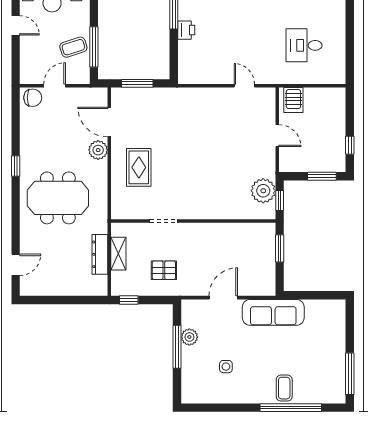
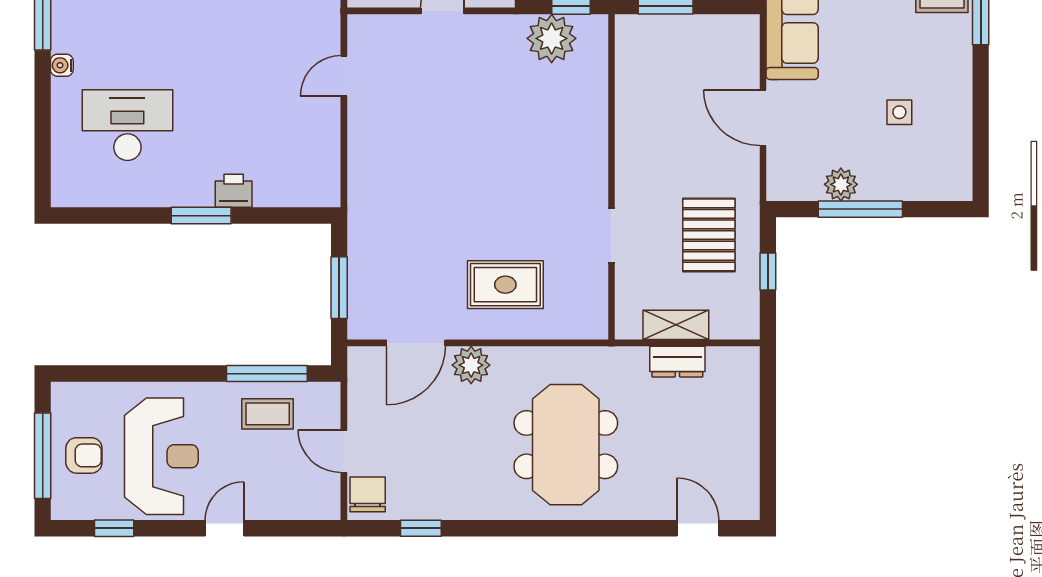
coffee table: (73, 47) -> (268, 414), turned -72
window: (16, 166) -> (421, 528), moved
dresser: (100, 254) -> (677, 362), width x0.70
pallet: (164, 270) -> (709, 235), width x1.50, depth x1.42
window: (129, 300) -> (768, 272), moved

